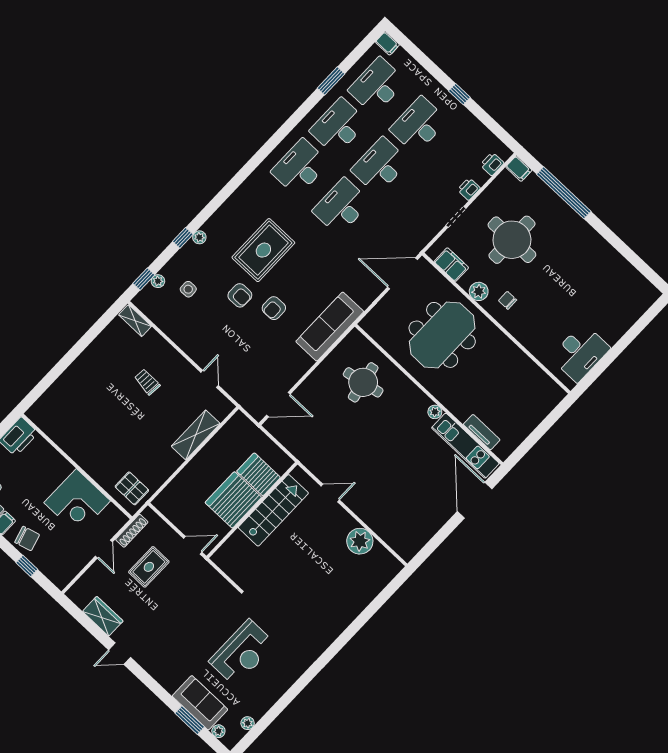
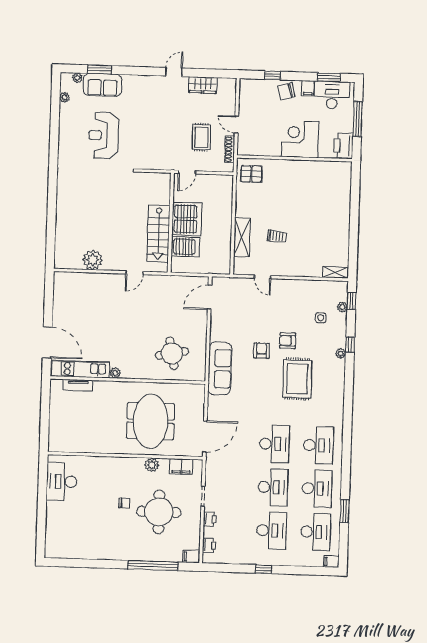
chair: (508, 300) -> (124, 503), moved
trolley: (147, 382) -> (277, 236), moved
corner desk: (77, 502) -> (300, 139), moved

